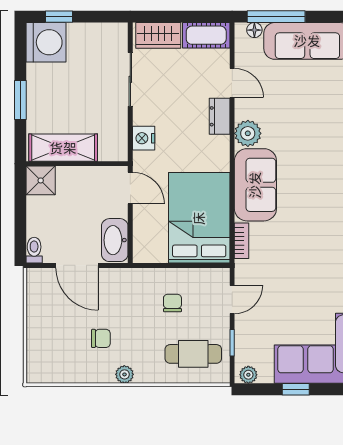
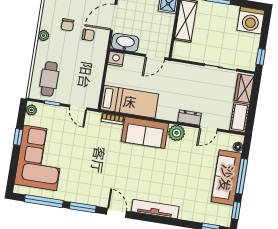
window: (59, 17) -> (261, 57), moved
window: (276, 17) -> (242, 176), moved
nightstand: (144, 138) -> (116, 59), moved
bed: (199, 218) -> (130, 102), width x0.67
chair: (172, 303) -> (88, 35), moved

